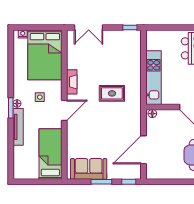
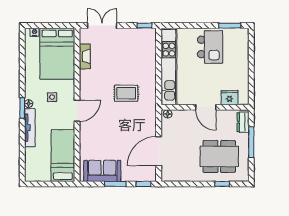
double door: (89, 28) -> (102, 26), swing flipped
kitchen unit: (154, 78) -> (169, 67), width x1.36
fireplace: (72, 82) -> (85, 56), moved

